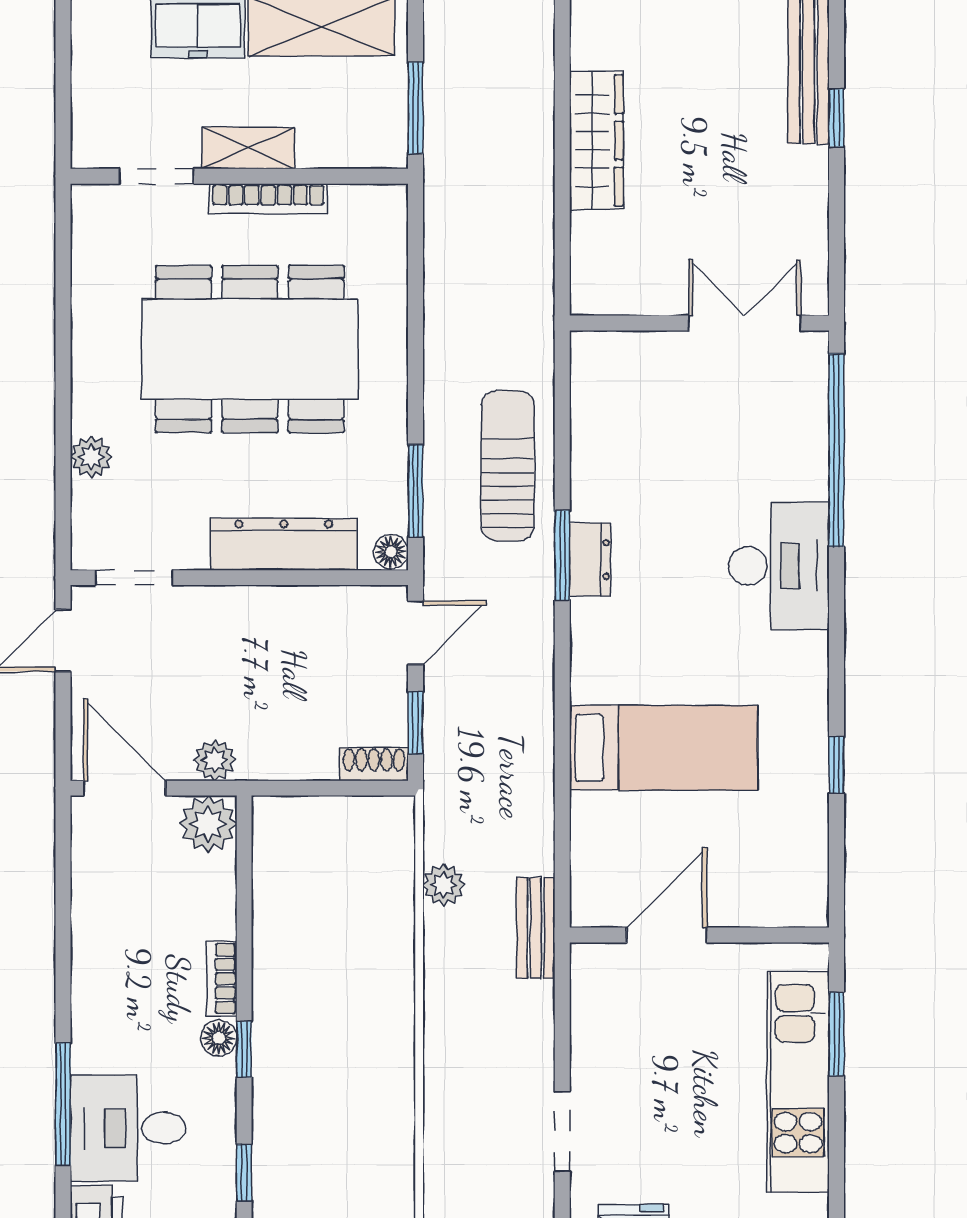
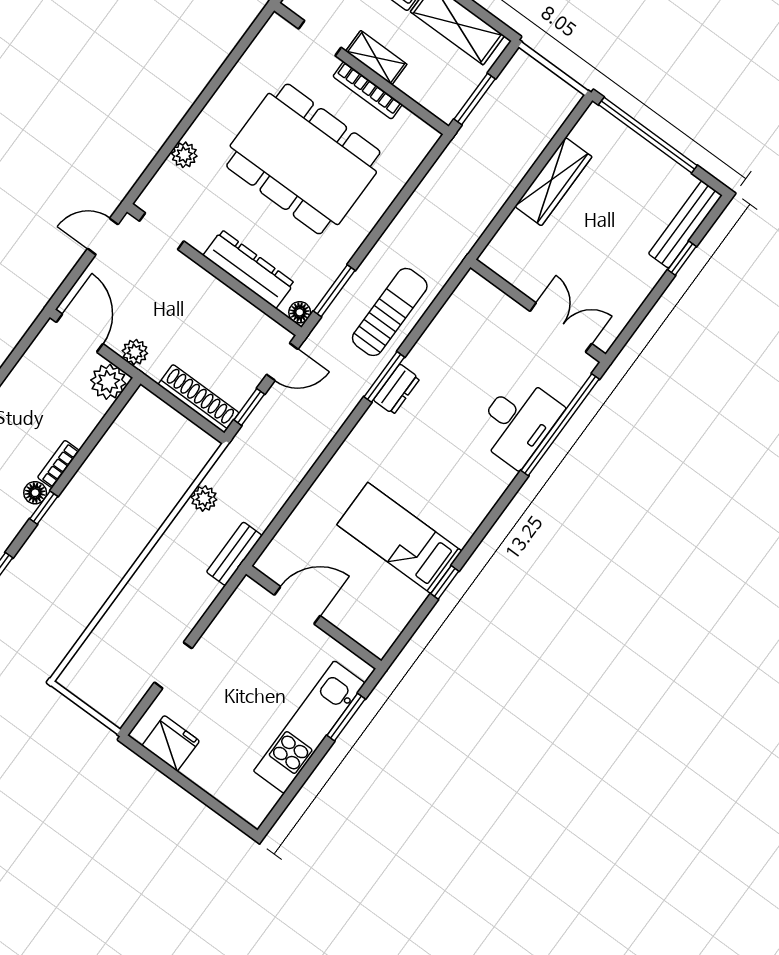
desk: (779, 566) -> (518, 422), moved
bed: (664, 748) -> (399, 538), moved, turned 180
shoe rack: (374, 764) -> (199, 399), width x1.94, depth x1.24

